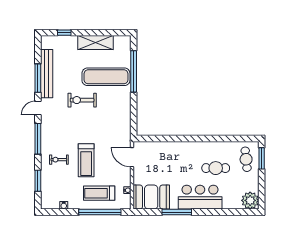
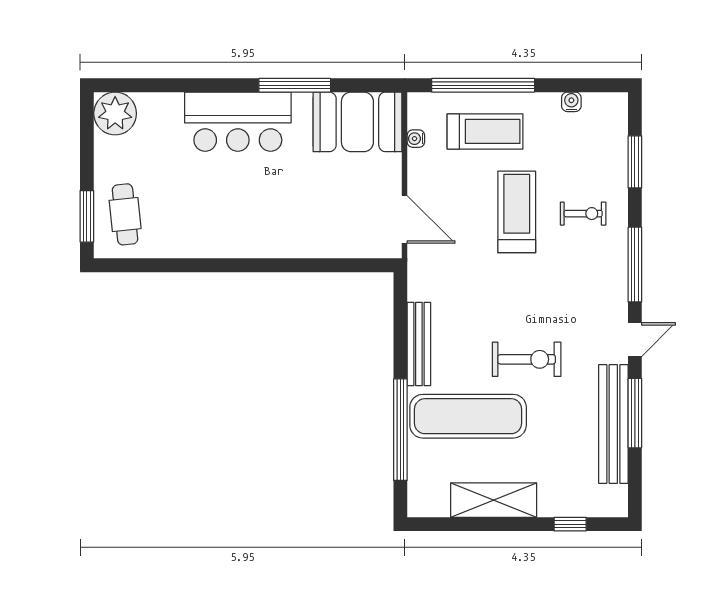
bench: (126, 106) -> (419, 344), added
cafe table: (216, 168) -> (200, 193), removed

